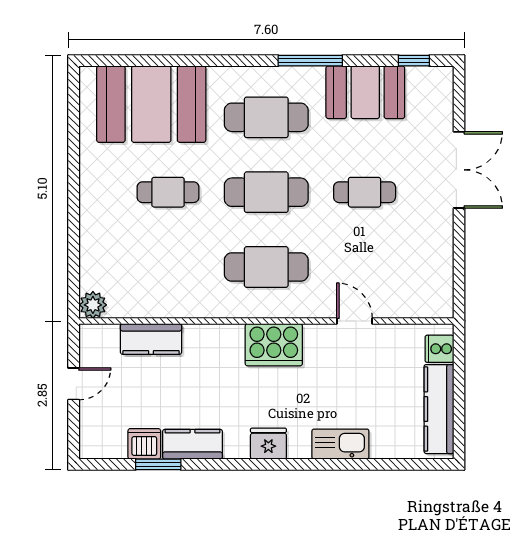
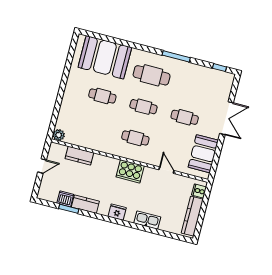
booth: (365, 92) -> (203, 154), moved, turned 90
cafe table: (266, 192) -> (143, 107), width x0.73, depth x0.74
cafe table: (266, 267) -> (135, 138), width x0.73, depth x0.74

